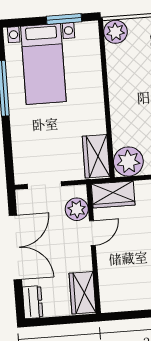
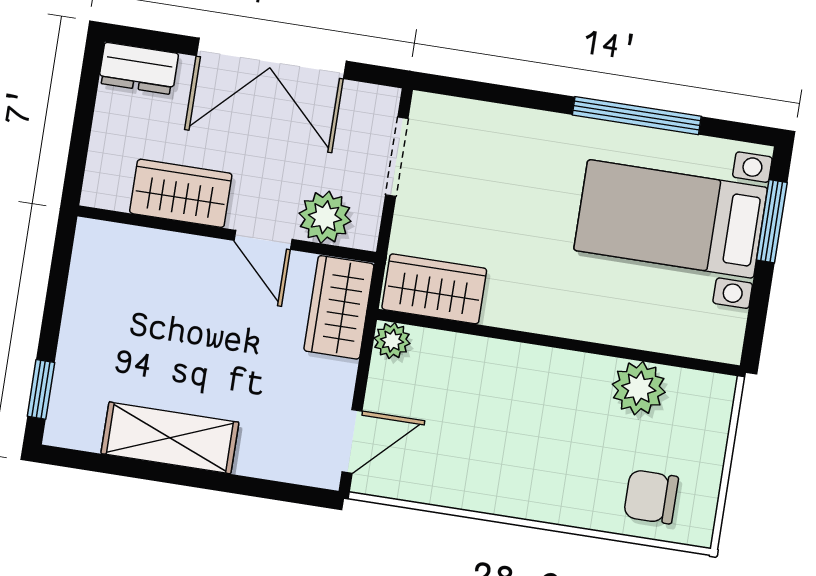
window: (64, 19) -> (772, 221), moved
plant: (115, 32) -> (639, 388), moved
plant: (128, 162) -> (392, 341), width x0.53, depth x0.53
wardrobe: (82, 293) -> (181, 193), moved

